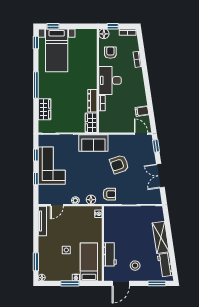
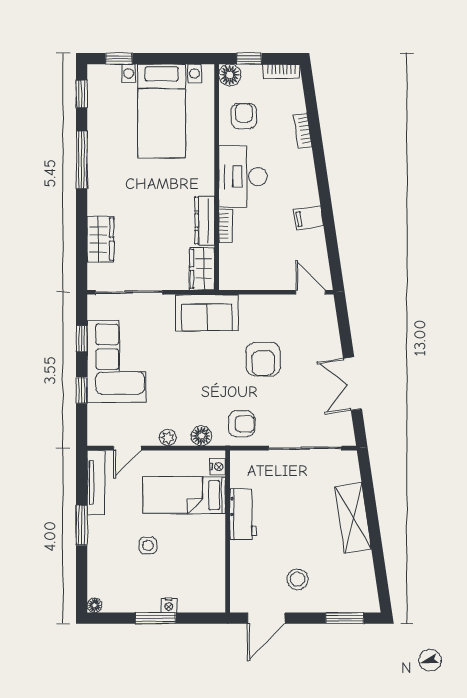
bed with nightstands: (57, 50) -> (162, 111), moved
window: (36, 85) -> (82, 160), moved
filing cabinet: (142, 111) -> (309, 218), moved
window: (156, 146) -> (343, 319), removed
armchair: (119, 164) -> (263, 359), turned -71
workbench: (110, 254) -> (243, 514), moved
window: (36, 262) -> (82, 525), moved
bed: (89, 262) -> (184, 495), moved, turned -90
workbench: (165, 265) -> (363, 578), removed

